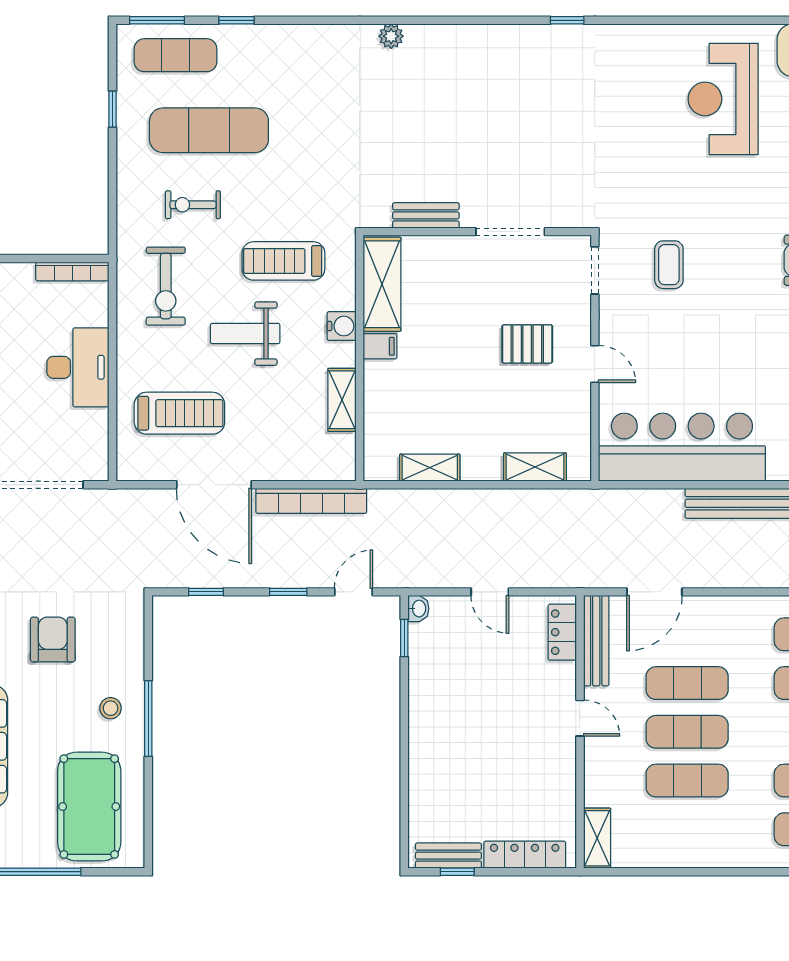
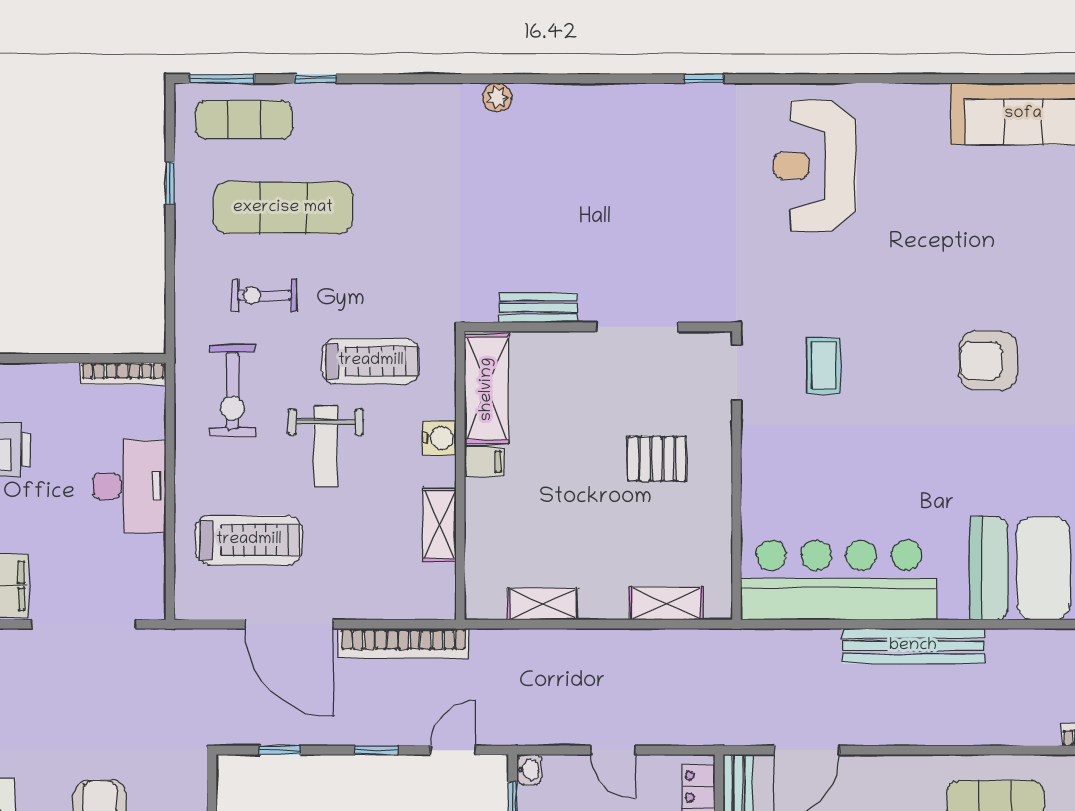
reception desk: (723, 99) -> (815, 166), moved
treadmill: (283, 261) -> (371, 361), turned 180
weight bench: (245, 334) -> (326, 447), turned -90
door: (595, 364) -> (736, 482), removed

